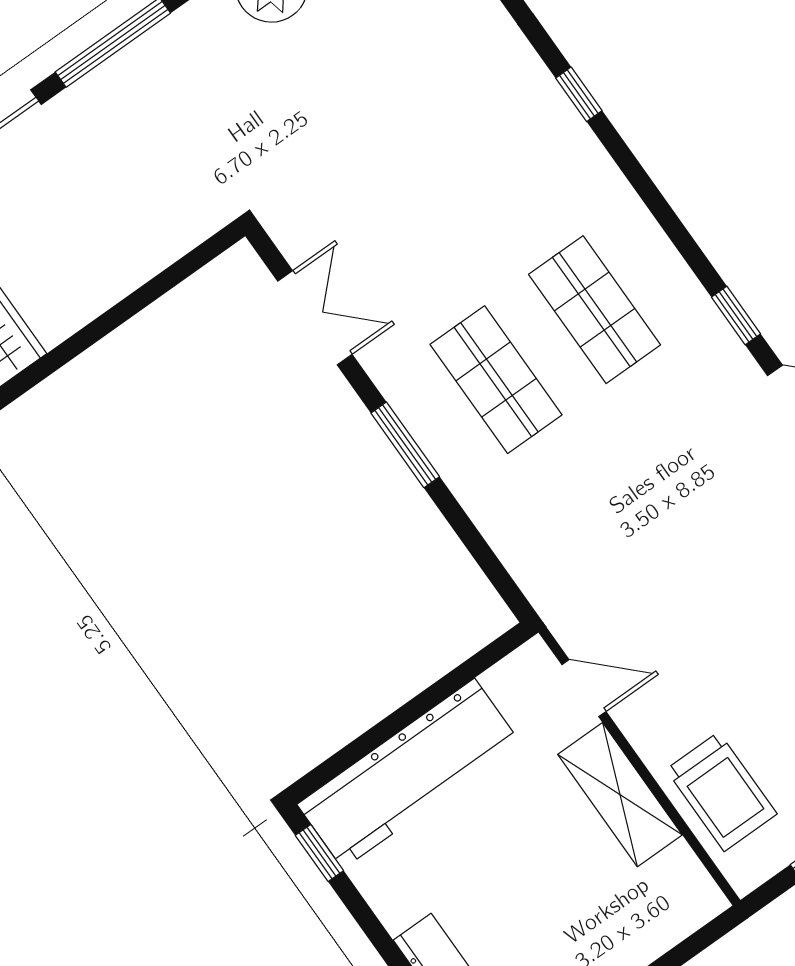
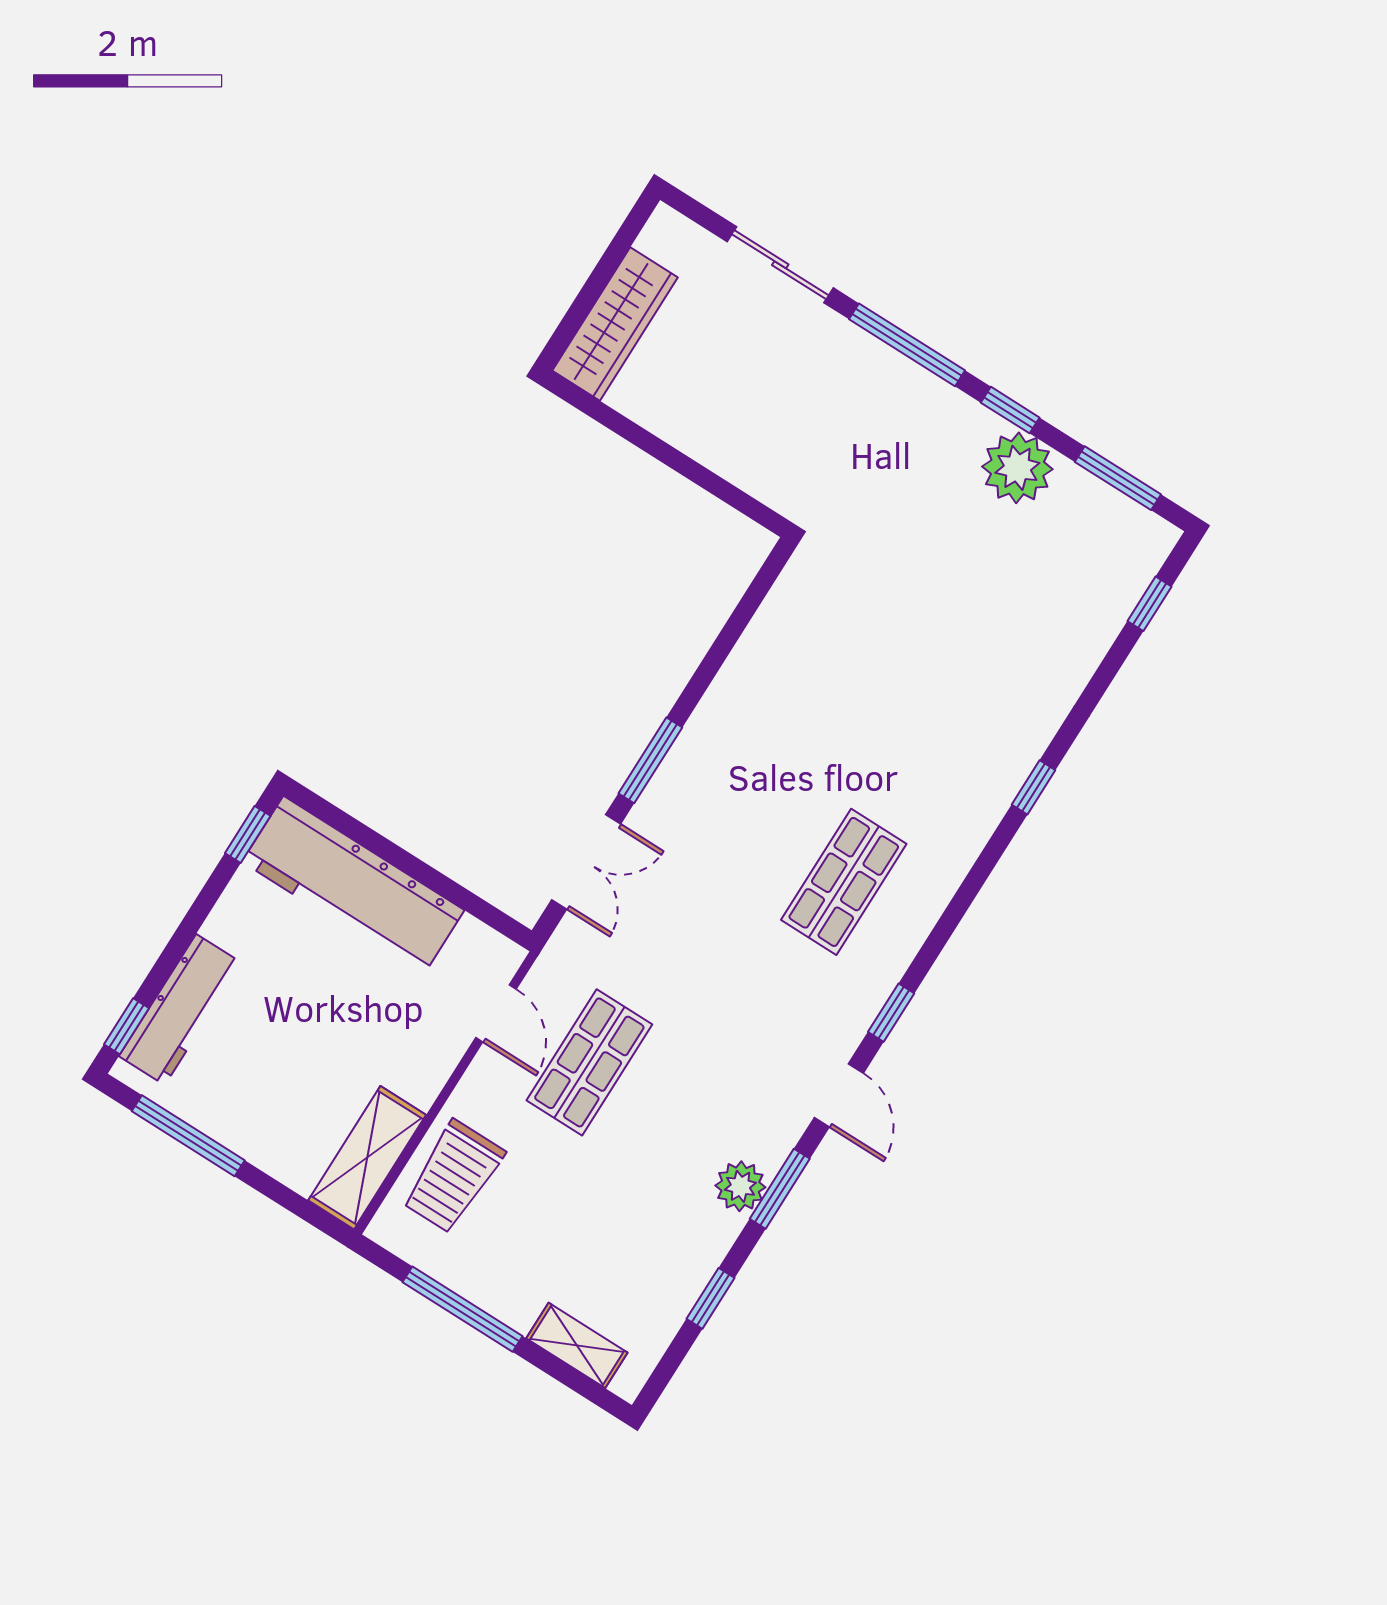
double door: (315, 318) -> (586, 862), moved
shop shelf: (496, 380) -> (589, 1062), moved
shelving: (620, 795) -> (367, 1158), moved

